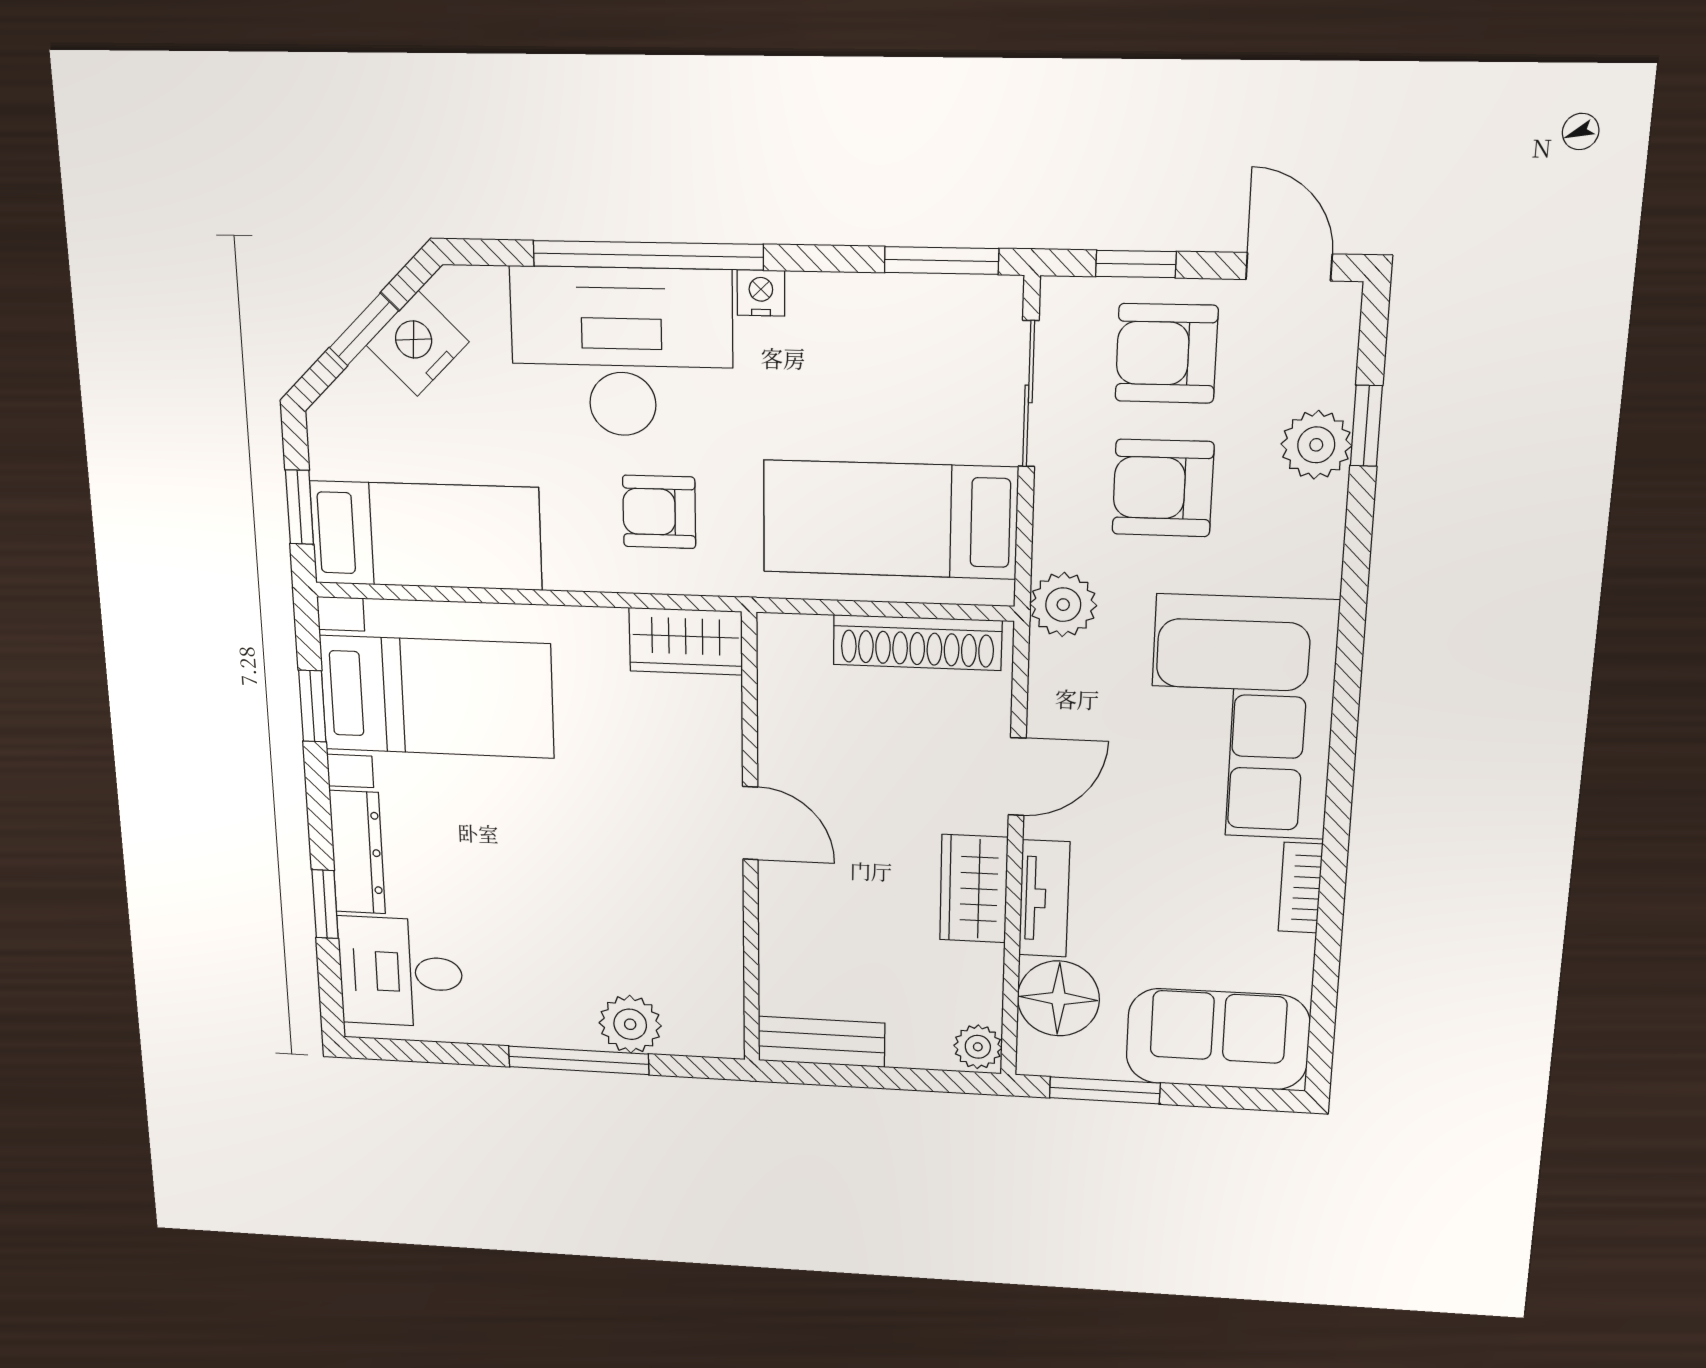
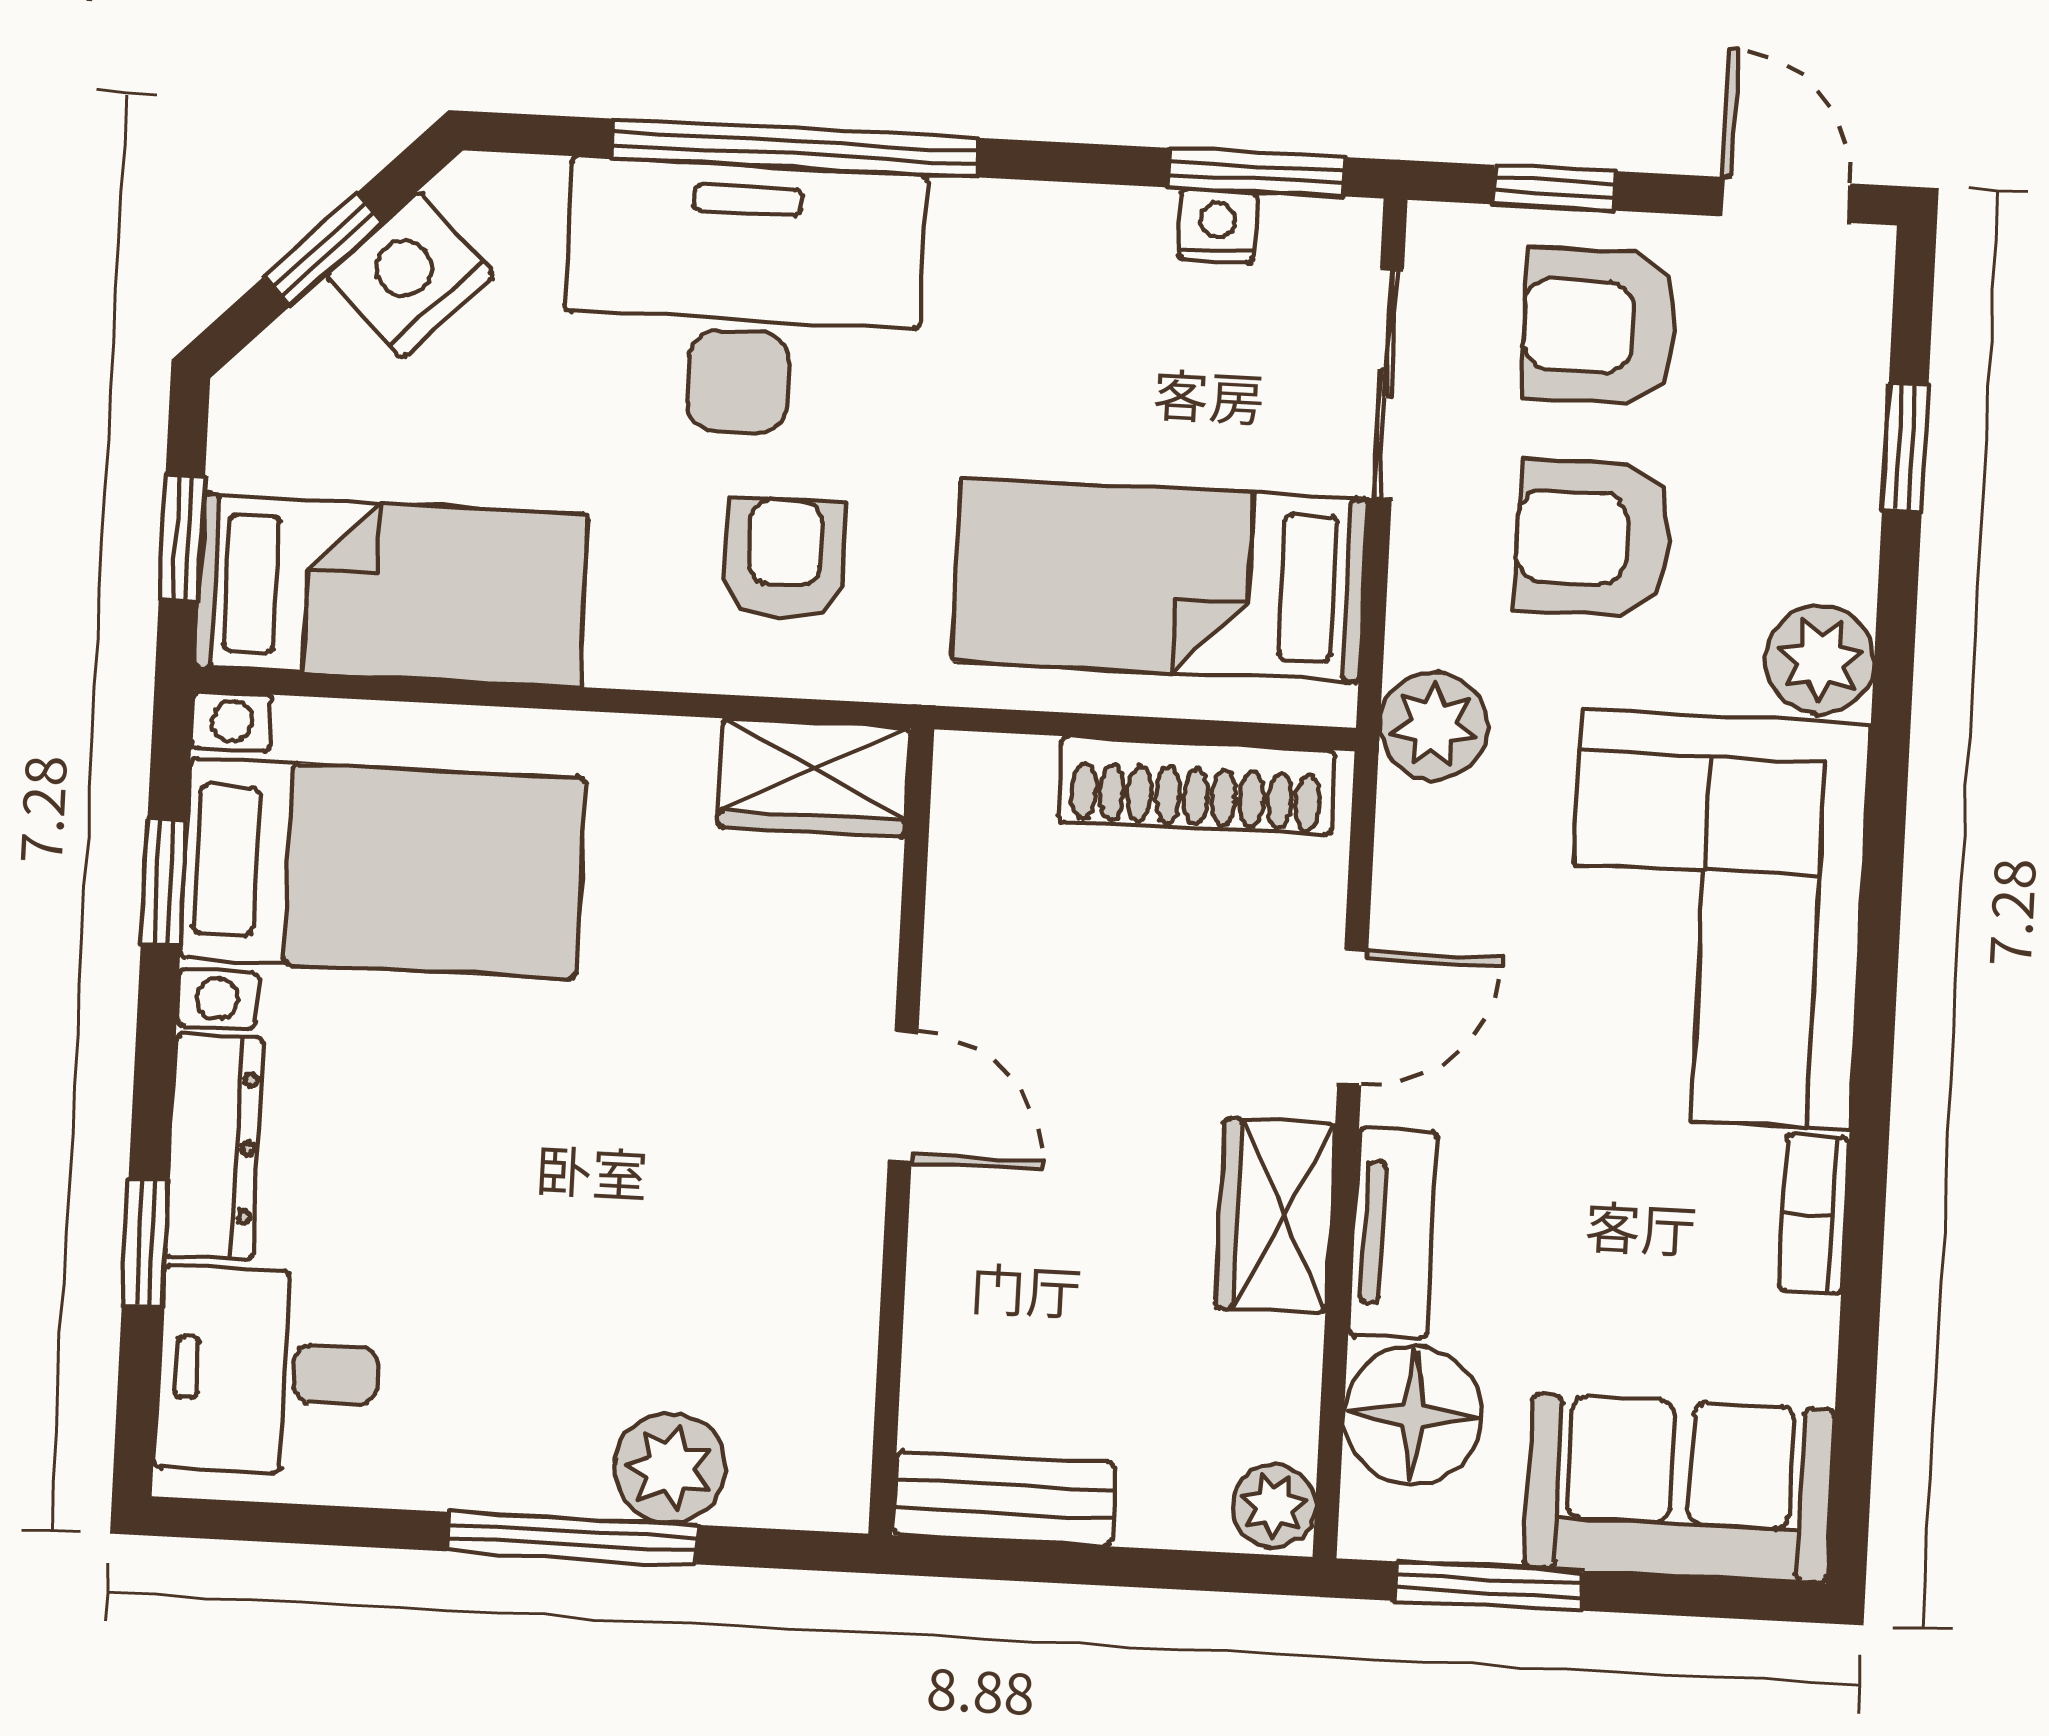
nightstand: (761, 293) -> (1218, 225), moved
plant: (1316, 445) -> (1820, 660), moved
armchair: (659, 512) -> (785, 559), turned 90

